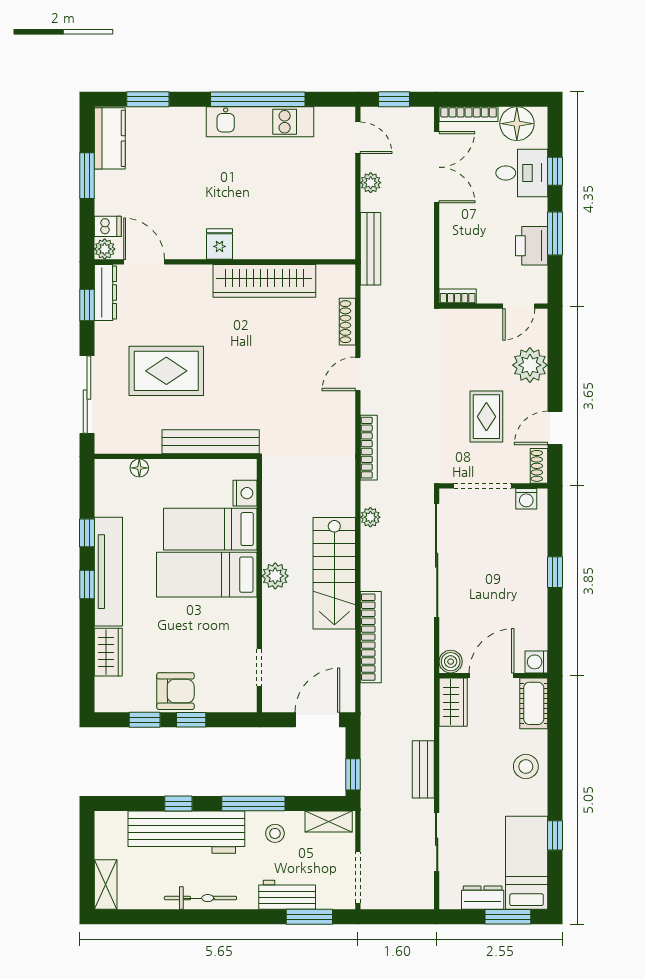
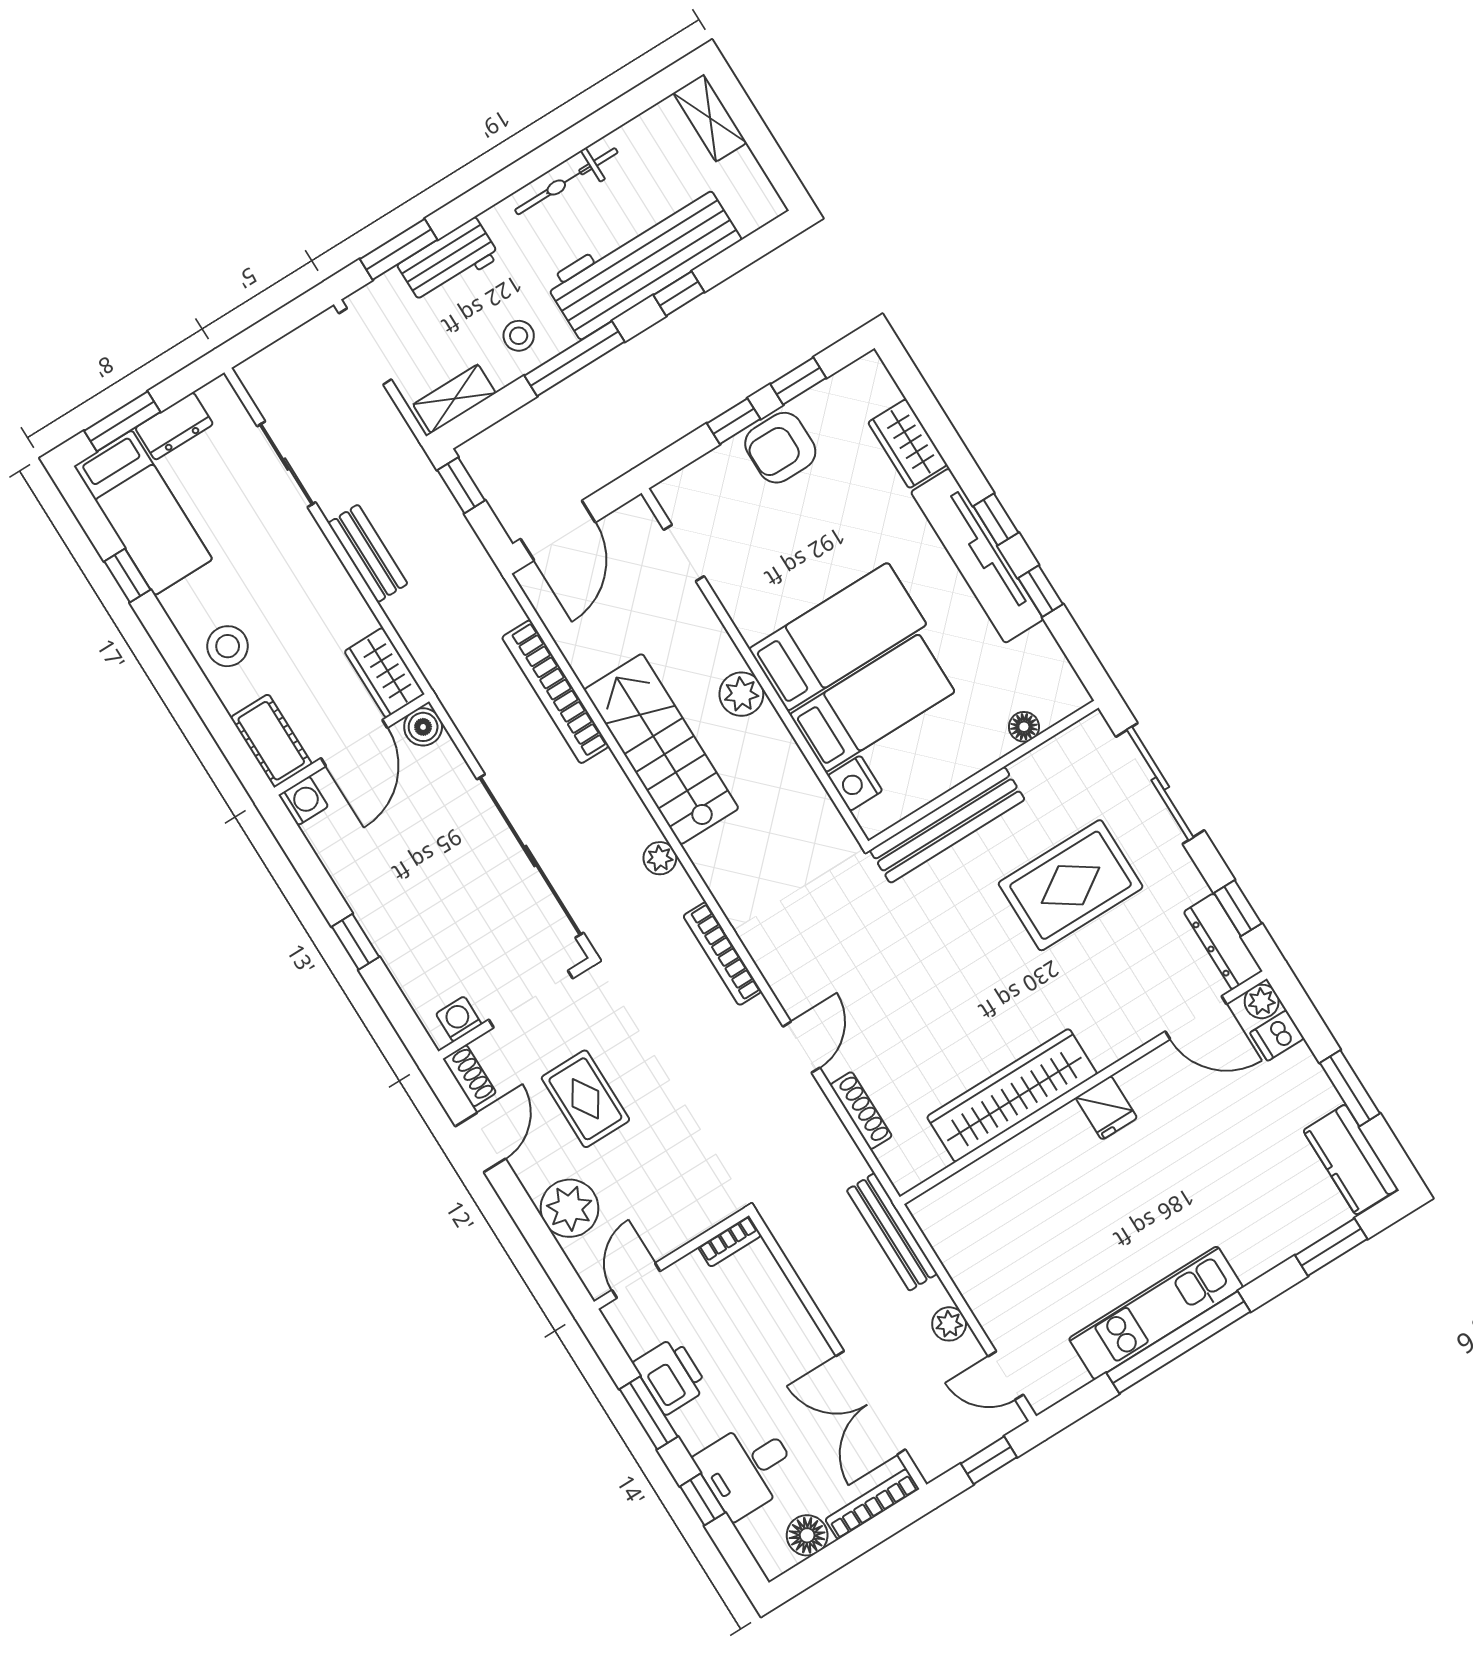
floor lamp: (517, 124) -> (807, 1535), width x0.73, depth x0.73

